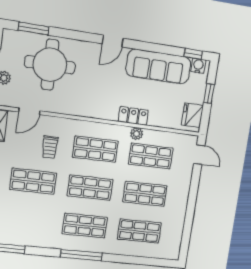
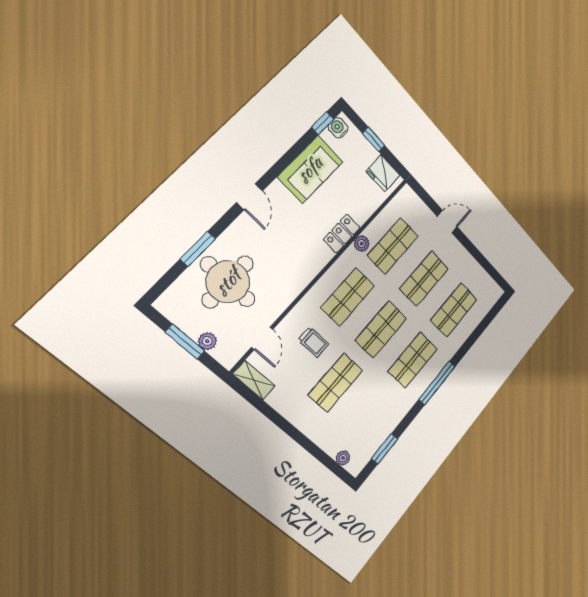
window: (34, 29) -> (198, 249), moved
sofa: (158, 67) -> (310, 169), width x0.73
door: (199, 155) -> (447, 222), moved

